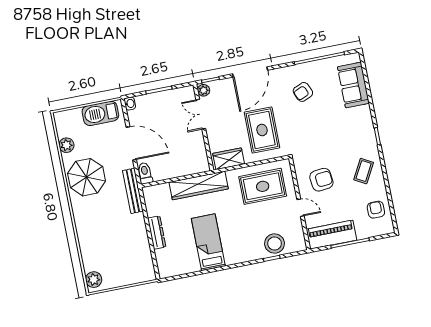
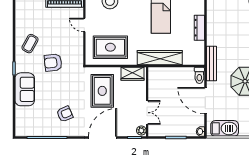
sofa: (353, 85) -> (25, 89), moved
armchair: (321, 180) -> (53, 63), moved
armchair: (376, 210) -> (26, 12), removed

